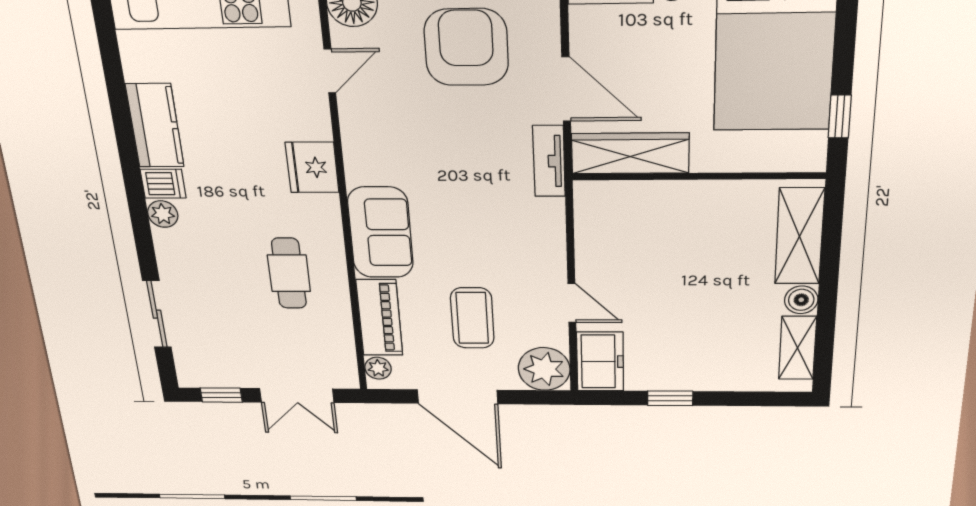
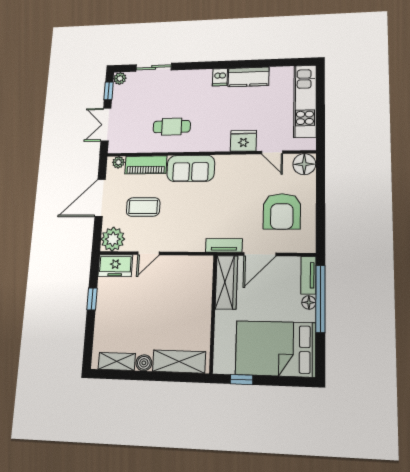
armchair: (466, 47) -> (282, 211), turned 90
fridge: (312, 167) -> (243, 141), moved
plant: (163, 214) -> (120, 78), moved

